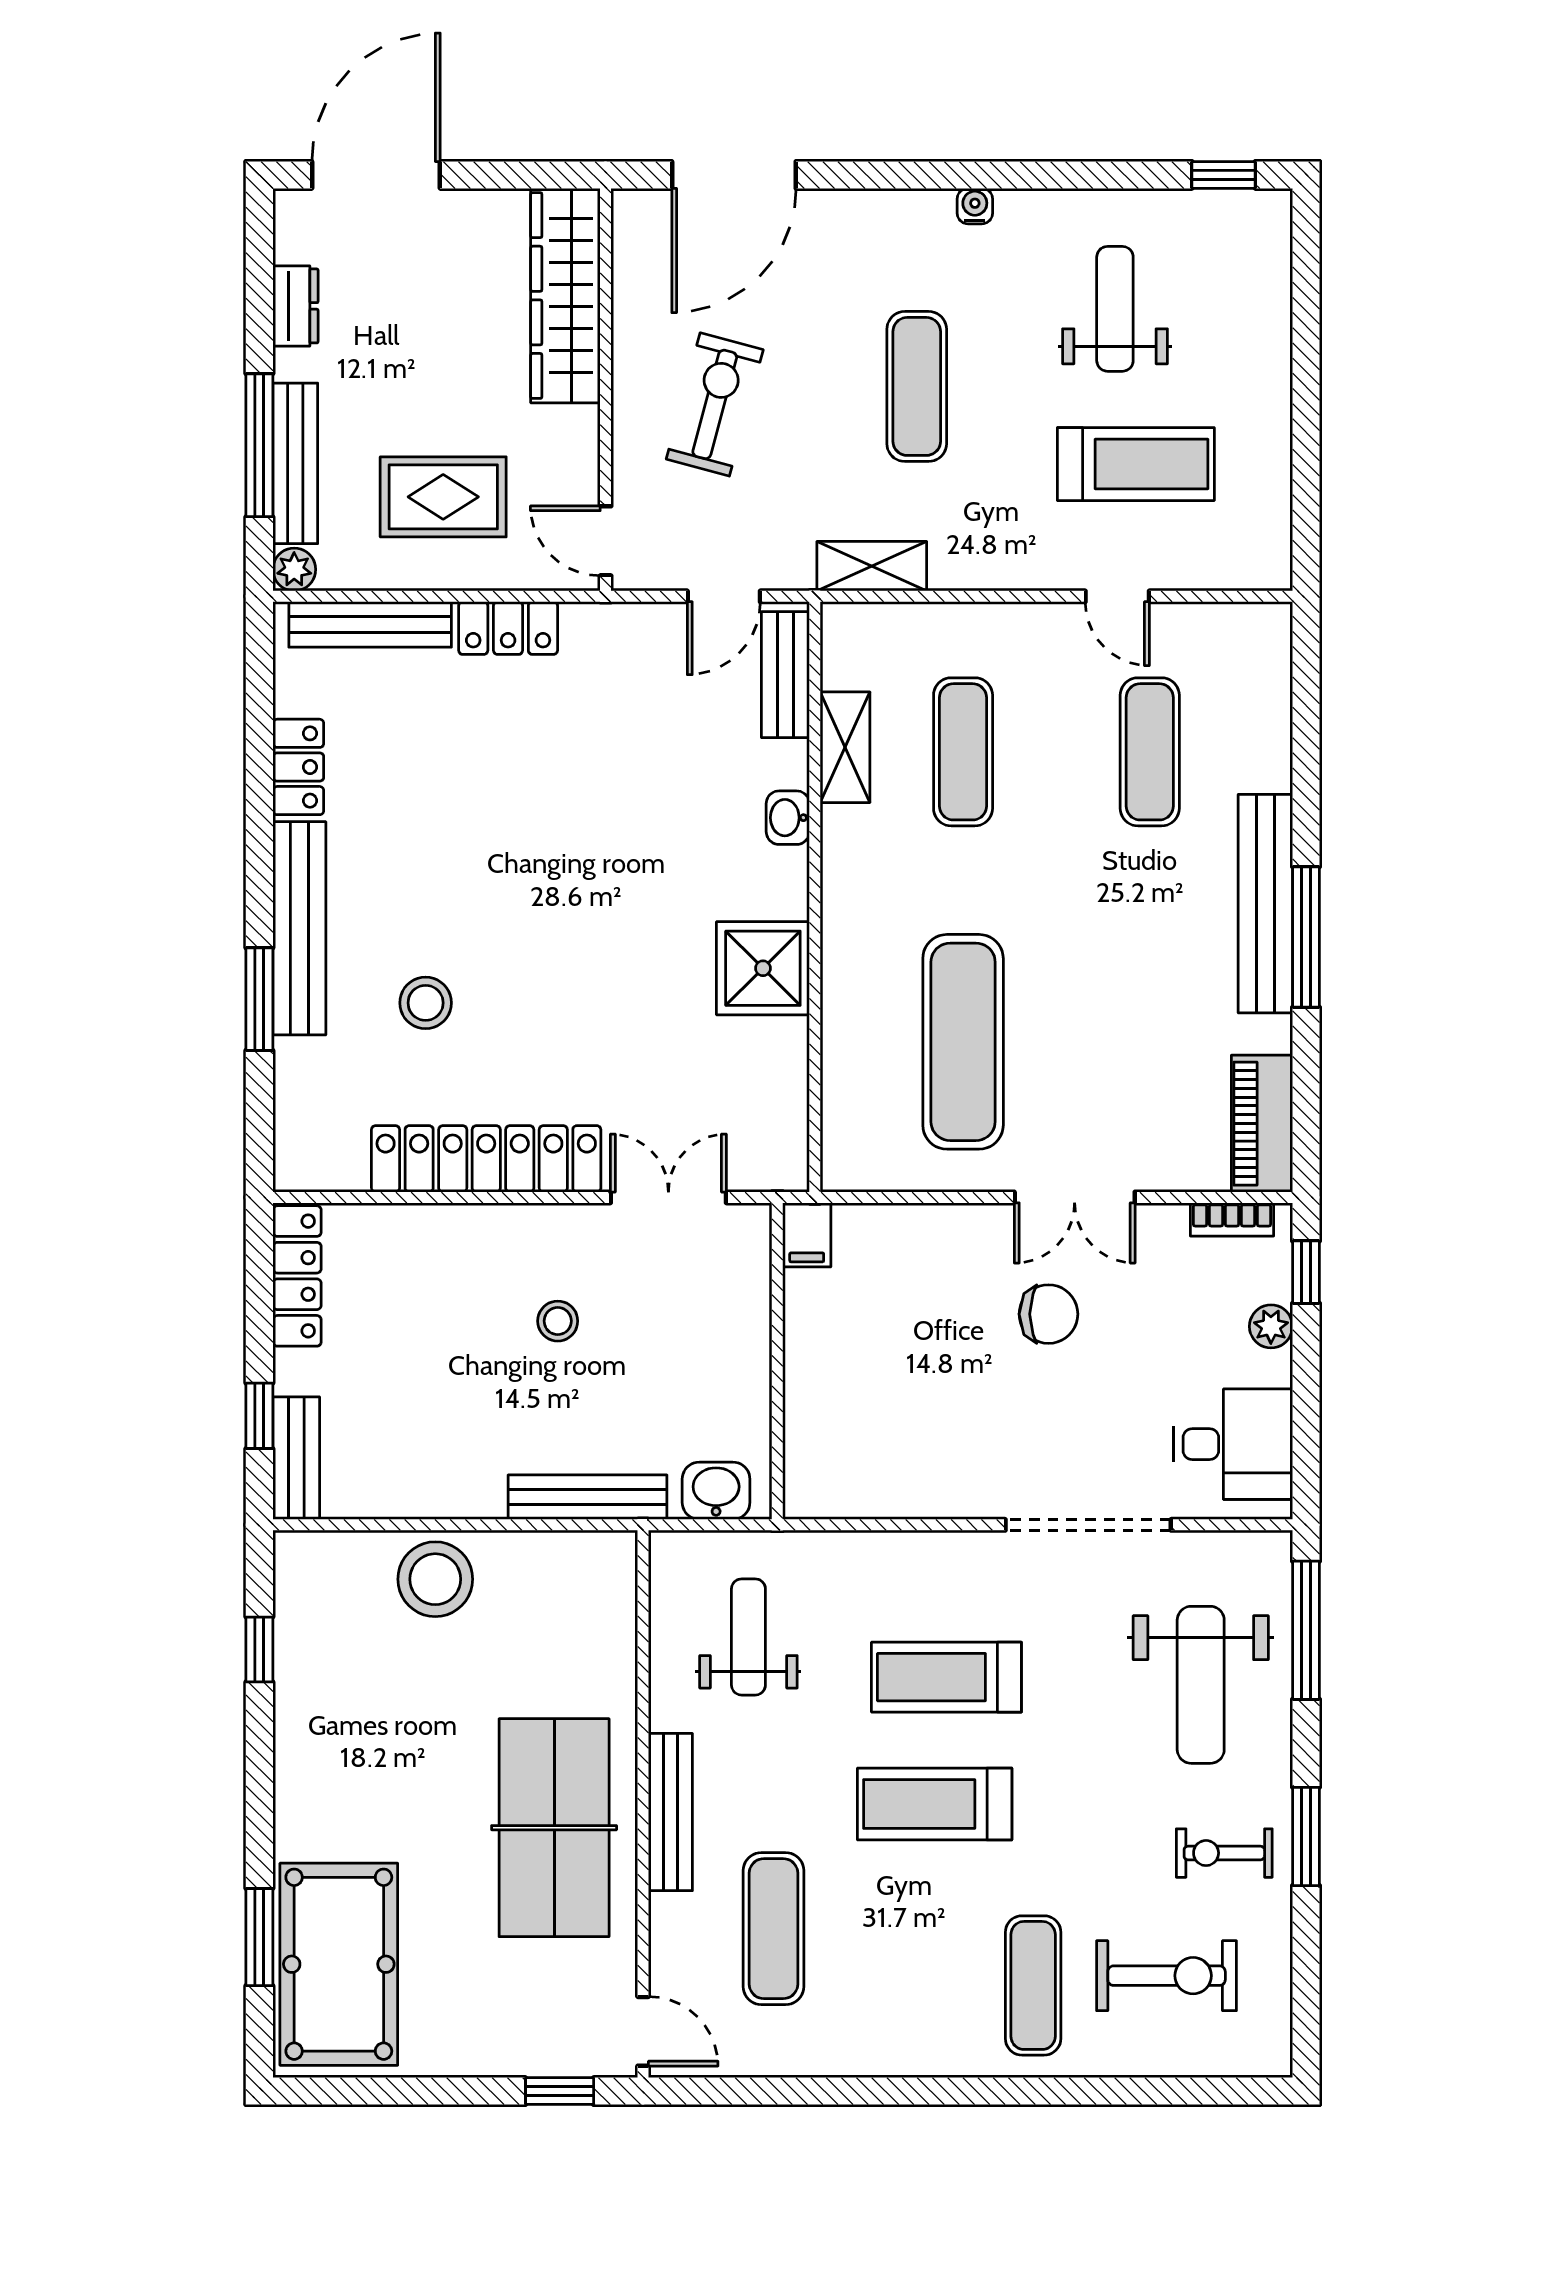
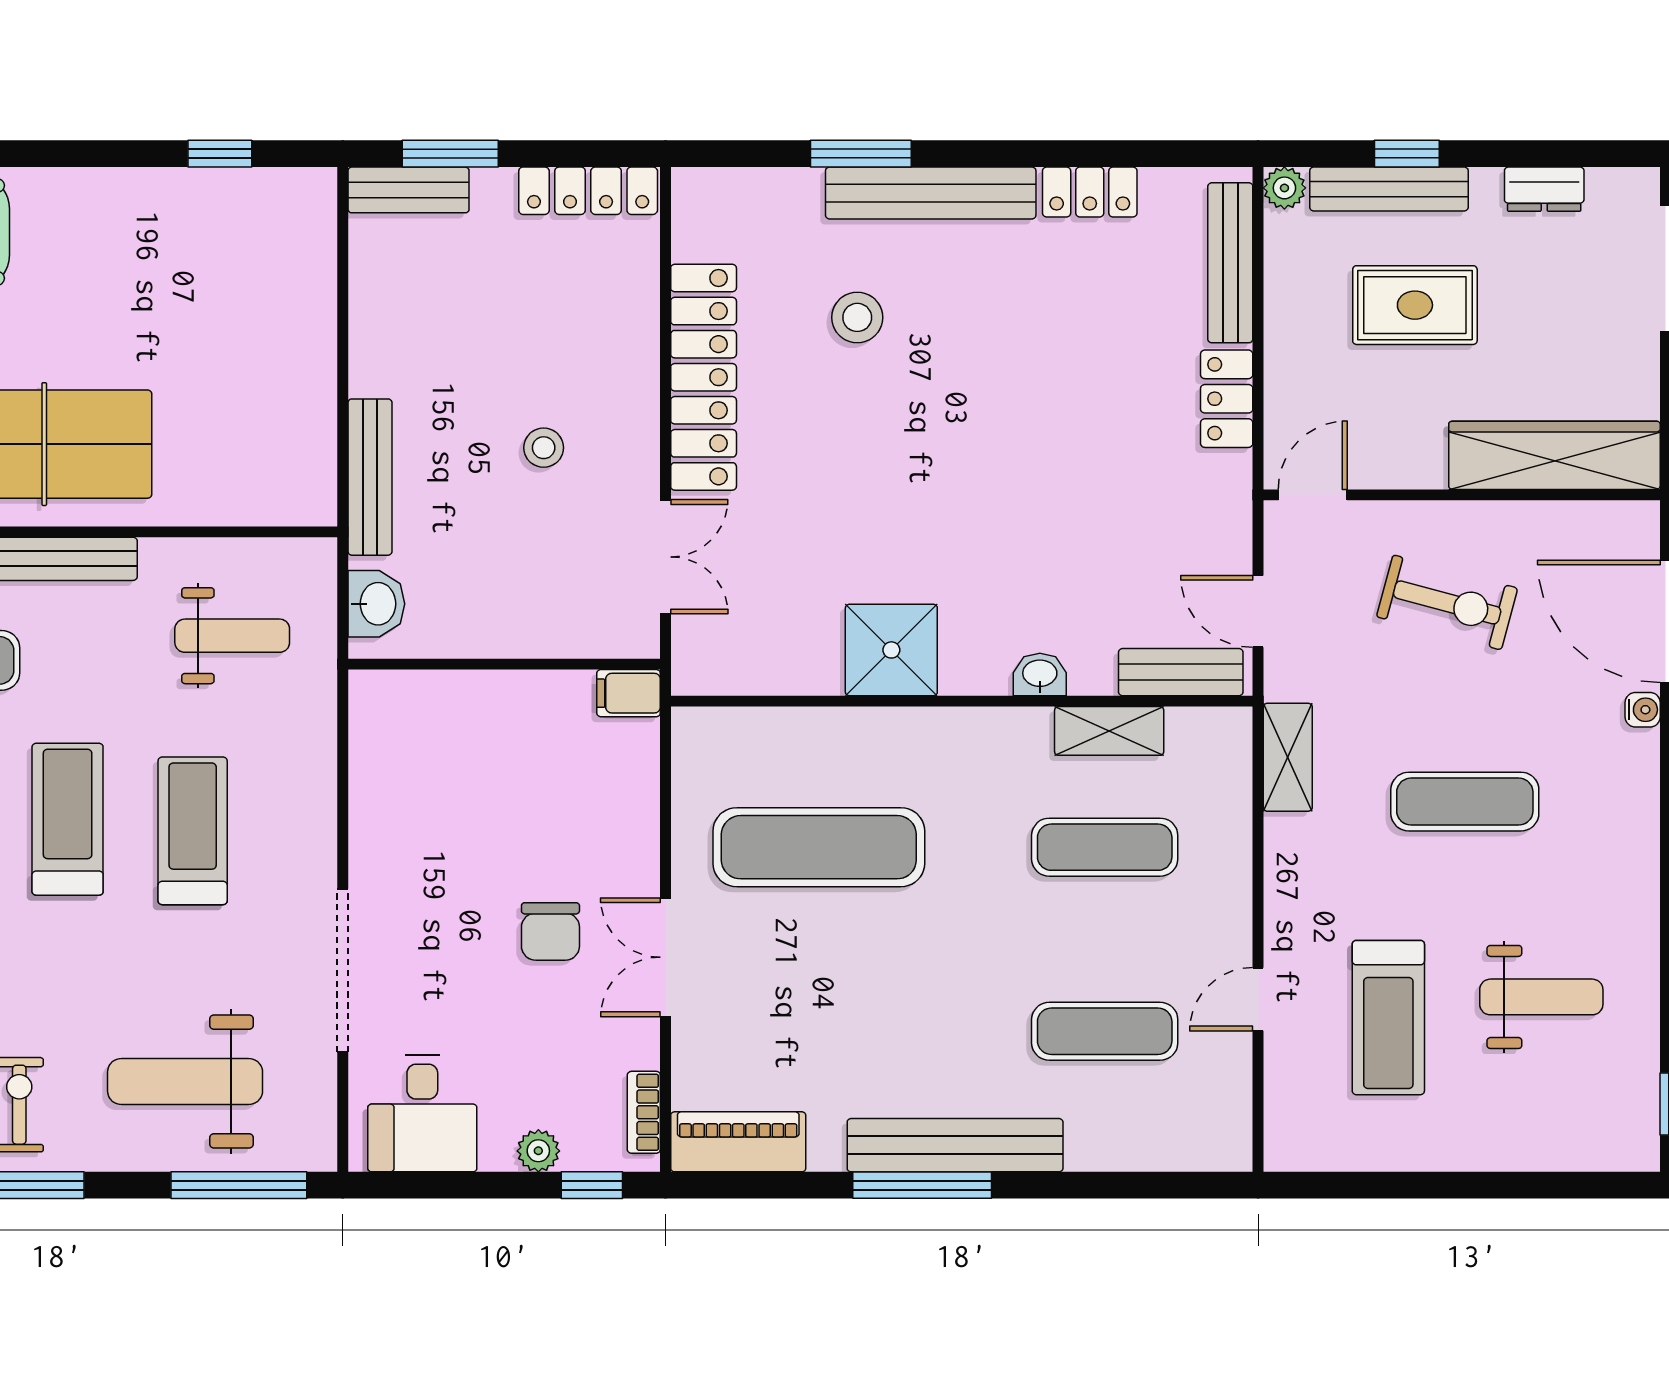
water cooler: (975, 206) -> (1643, 710), moved
window: (259, 445) -> (1407, 154), width x0.46
rug: (443, 497) -> (1415, 305), moved, turned 90
window: (259, 1416) -> (450, 154), width x1.50
stool: (435, 1579) -> (289, 327), removed

